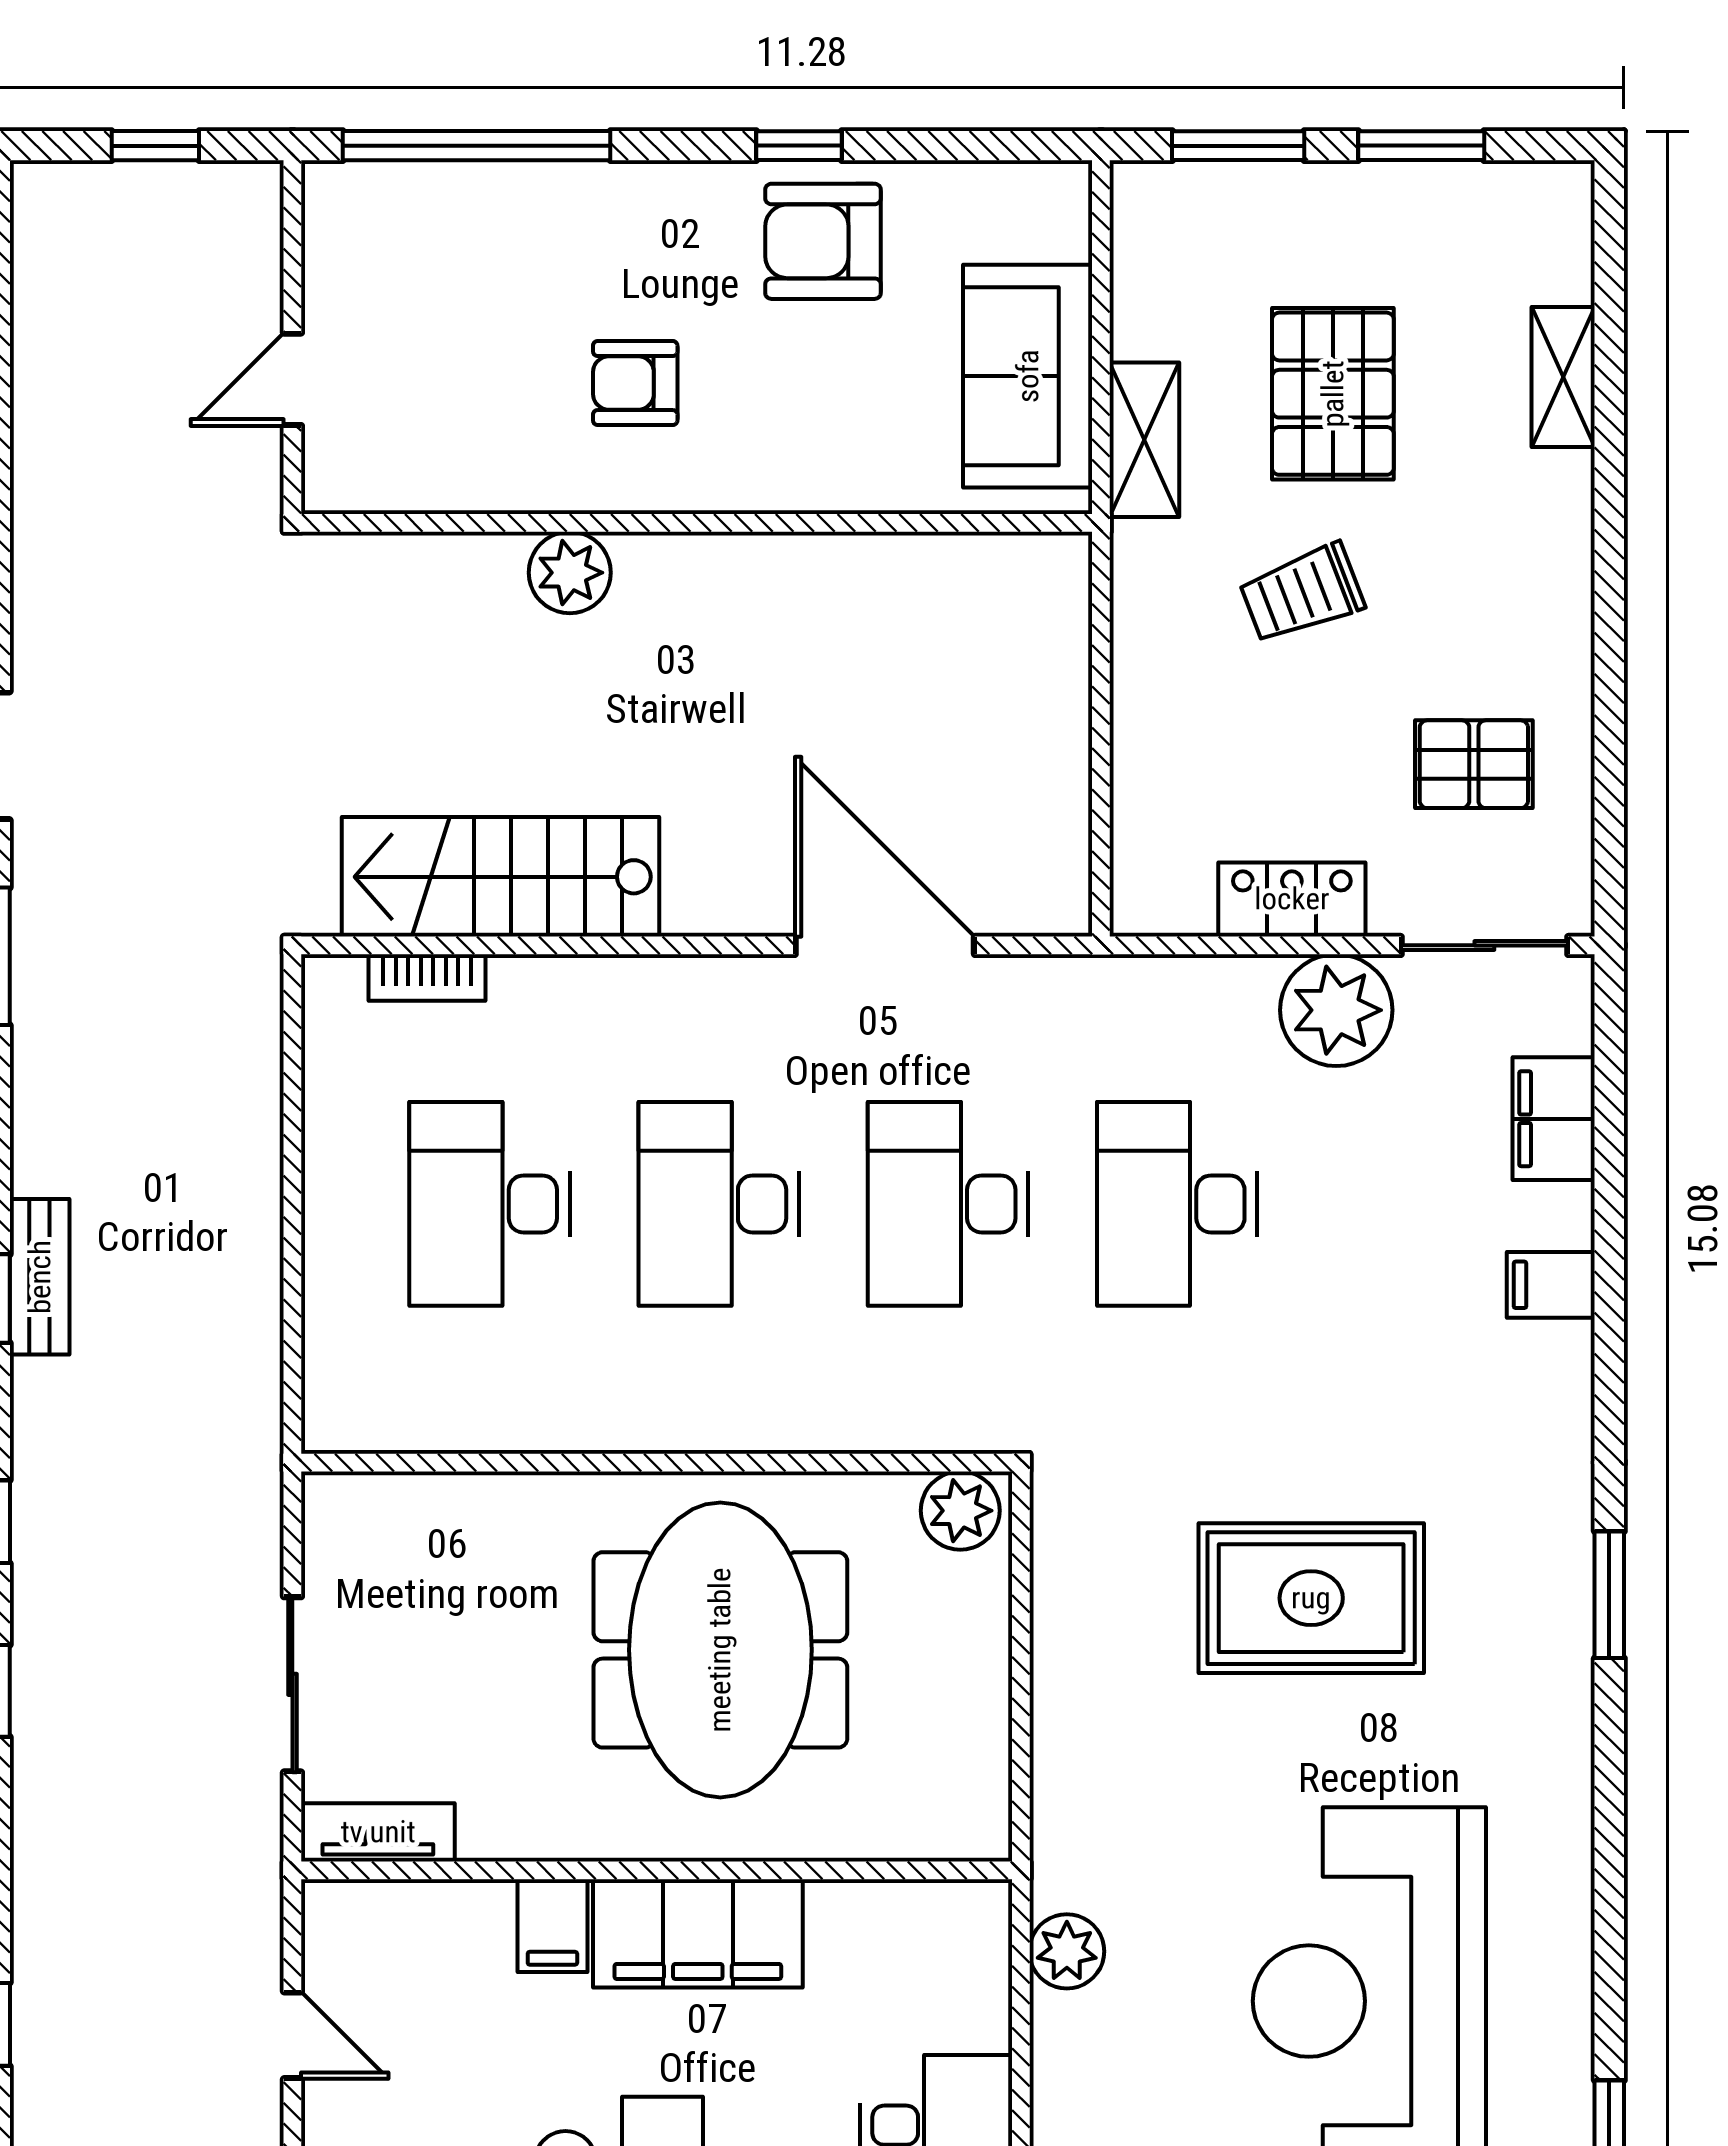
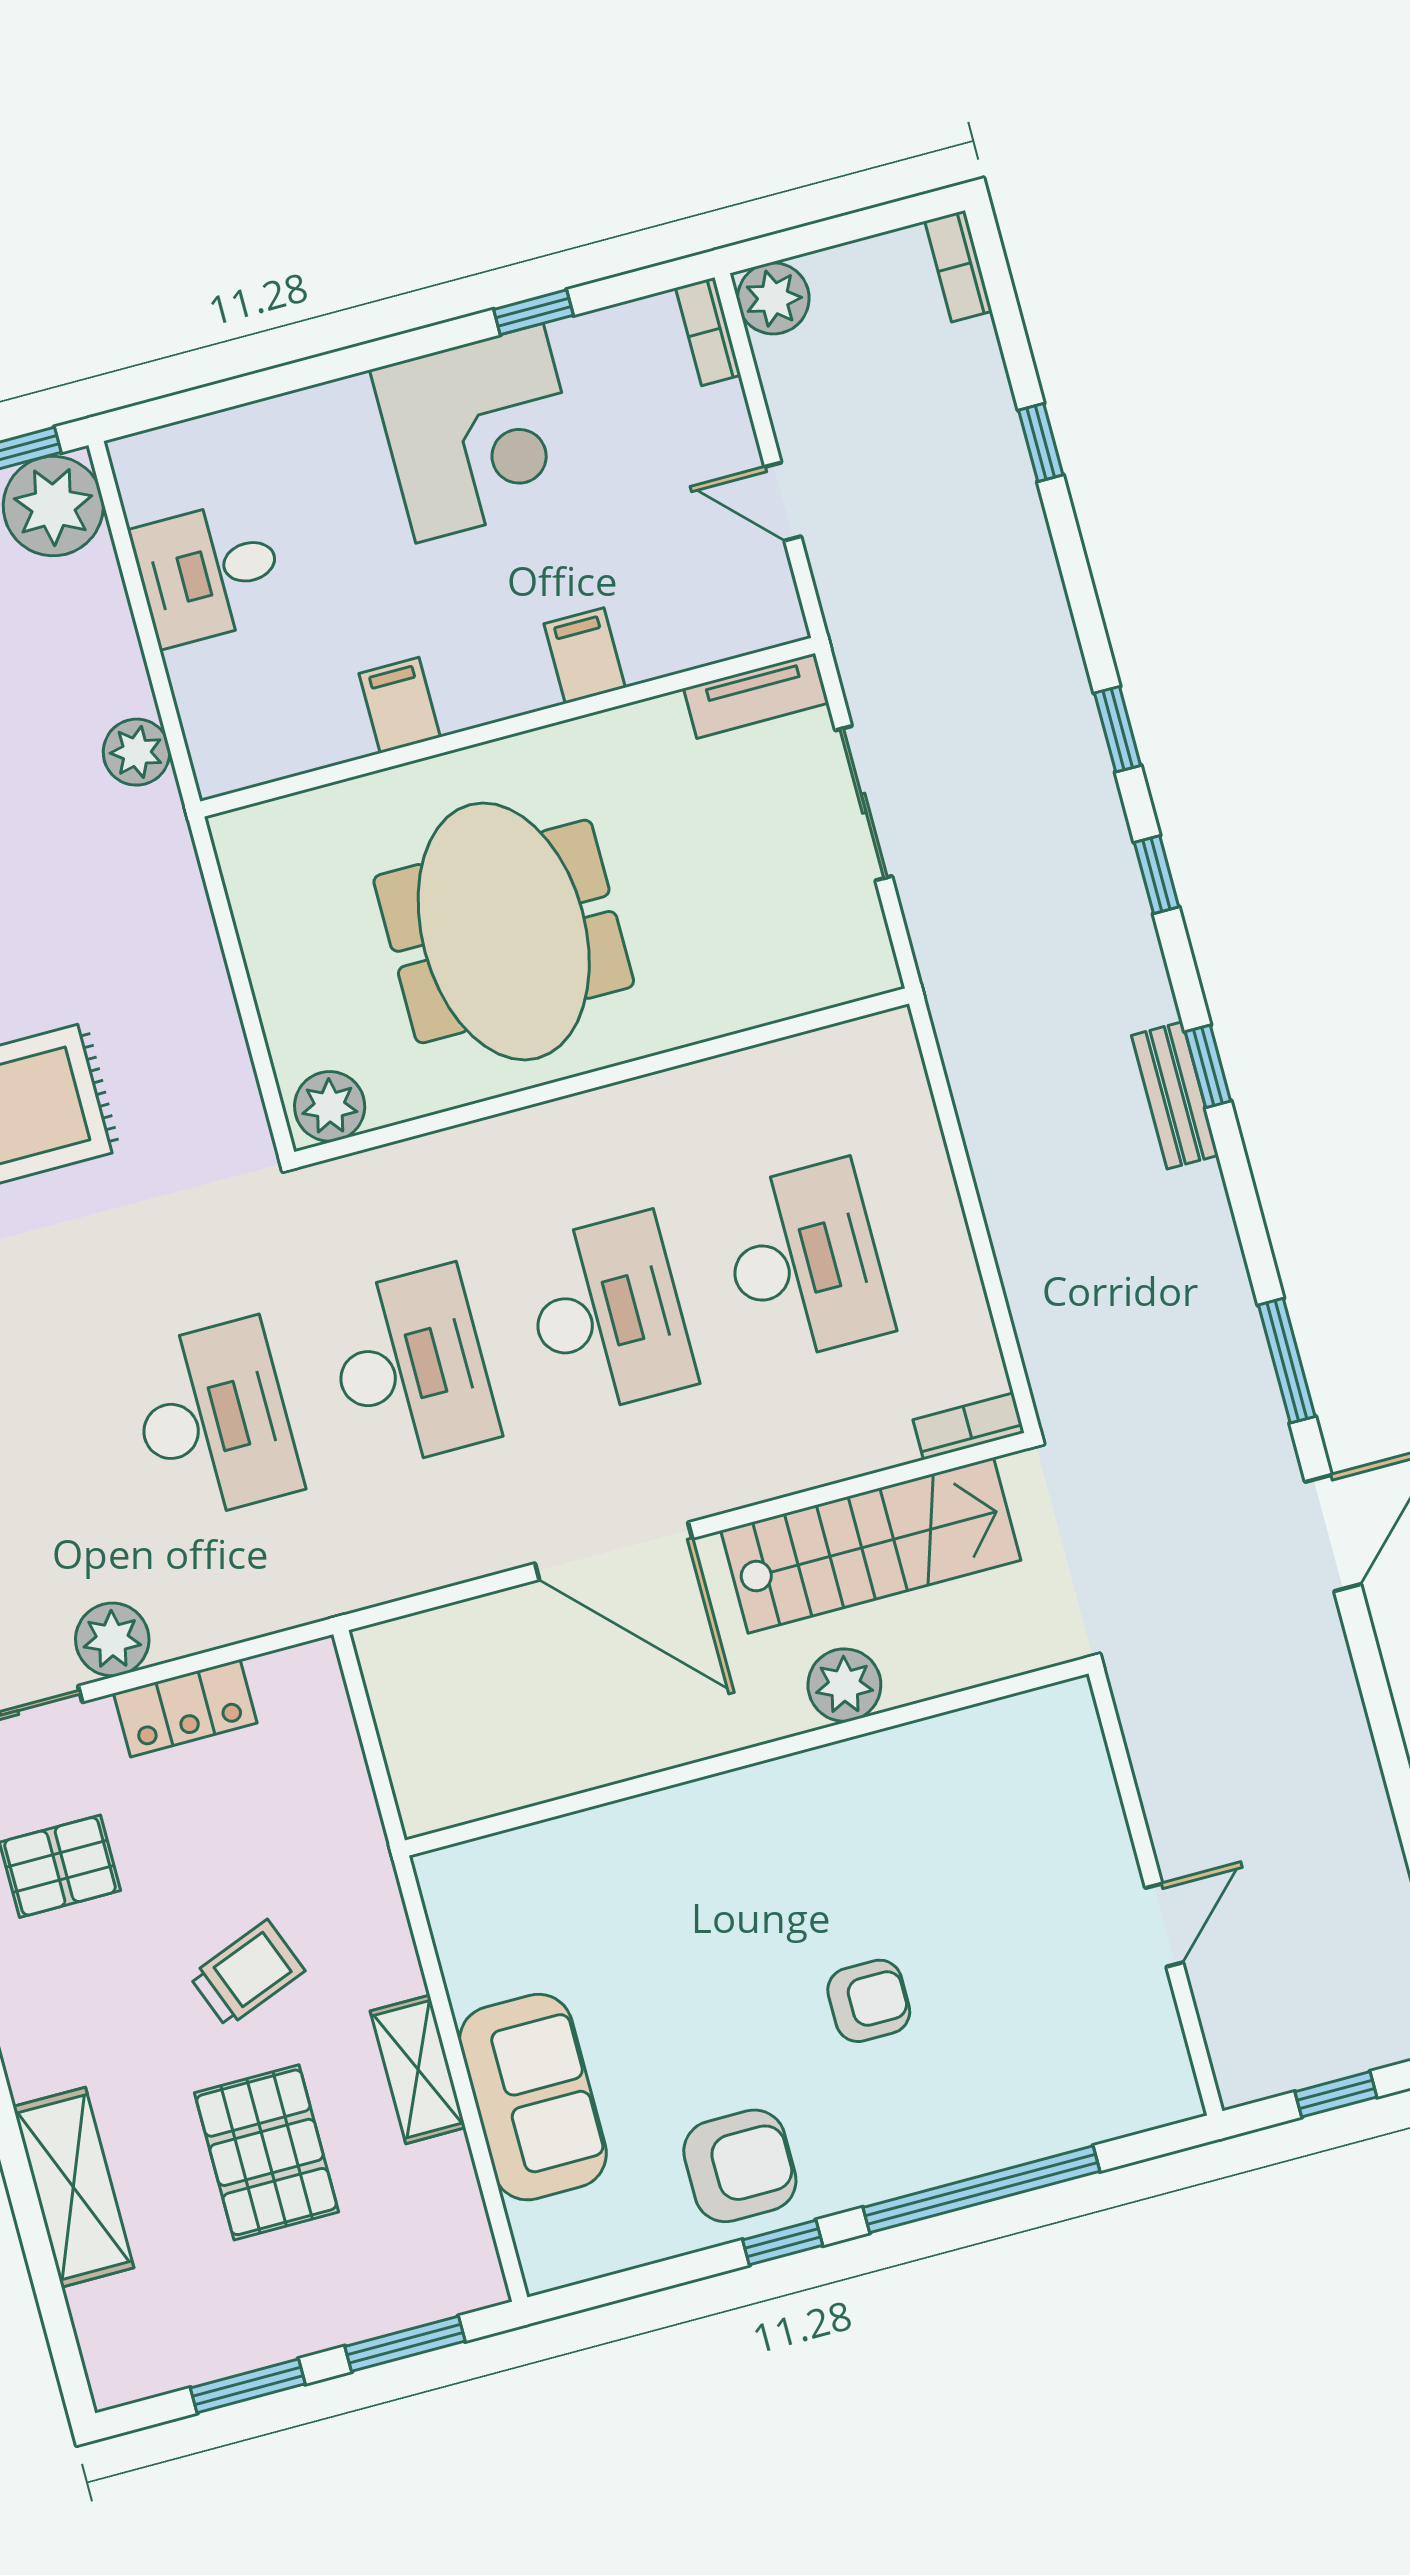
window: (477, 146) -> (981, 2189), moved
shelving: (1563, 377) -> (73, 2187), width x1.50, depth x1.33
wall: (697, 523) -> (747, 1757), moved
plant: (570, 573) -> (844, 1685), moved
door: (885, 945) -> (614, 1551), moved
bookcase: (427, 978) -> (969, 1426), moved
plant: (1336, 1010) -> (112, 1639), width x0.73, depth x0.73
filing cabinet: (698, 1933) -> (400, 705), width x0.33, depth x0.86

